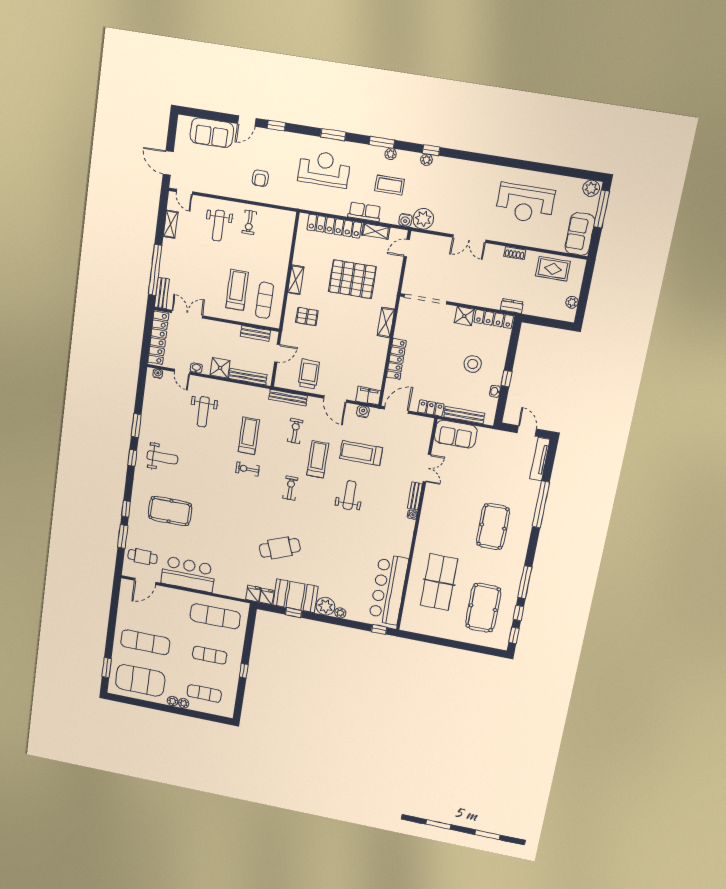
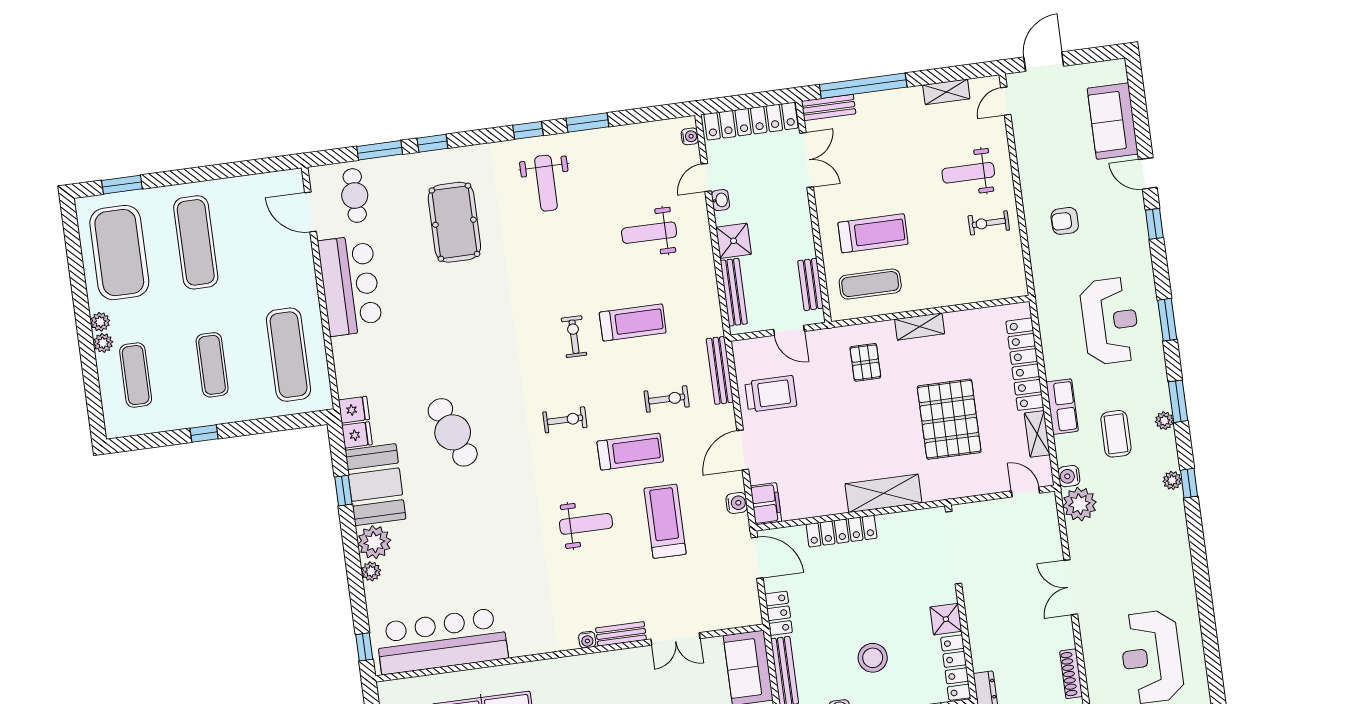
shoe rack: (515, 253) -> (1071, 674), width x1.43
shelving: (386, 322) -> (883, 493), width x1.50, depth x1.33

